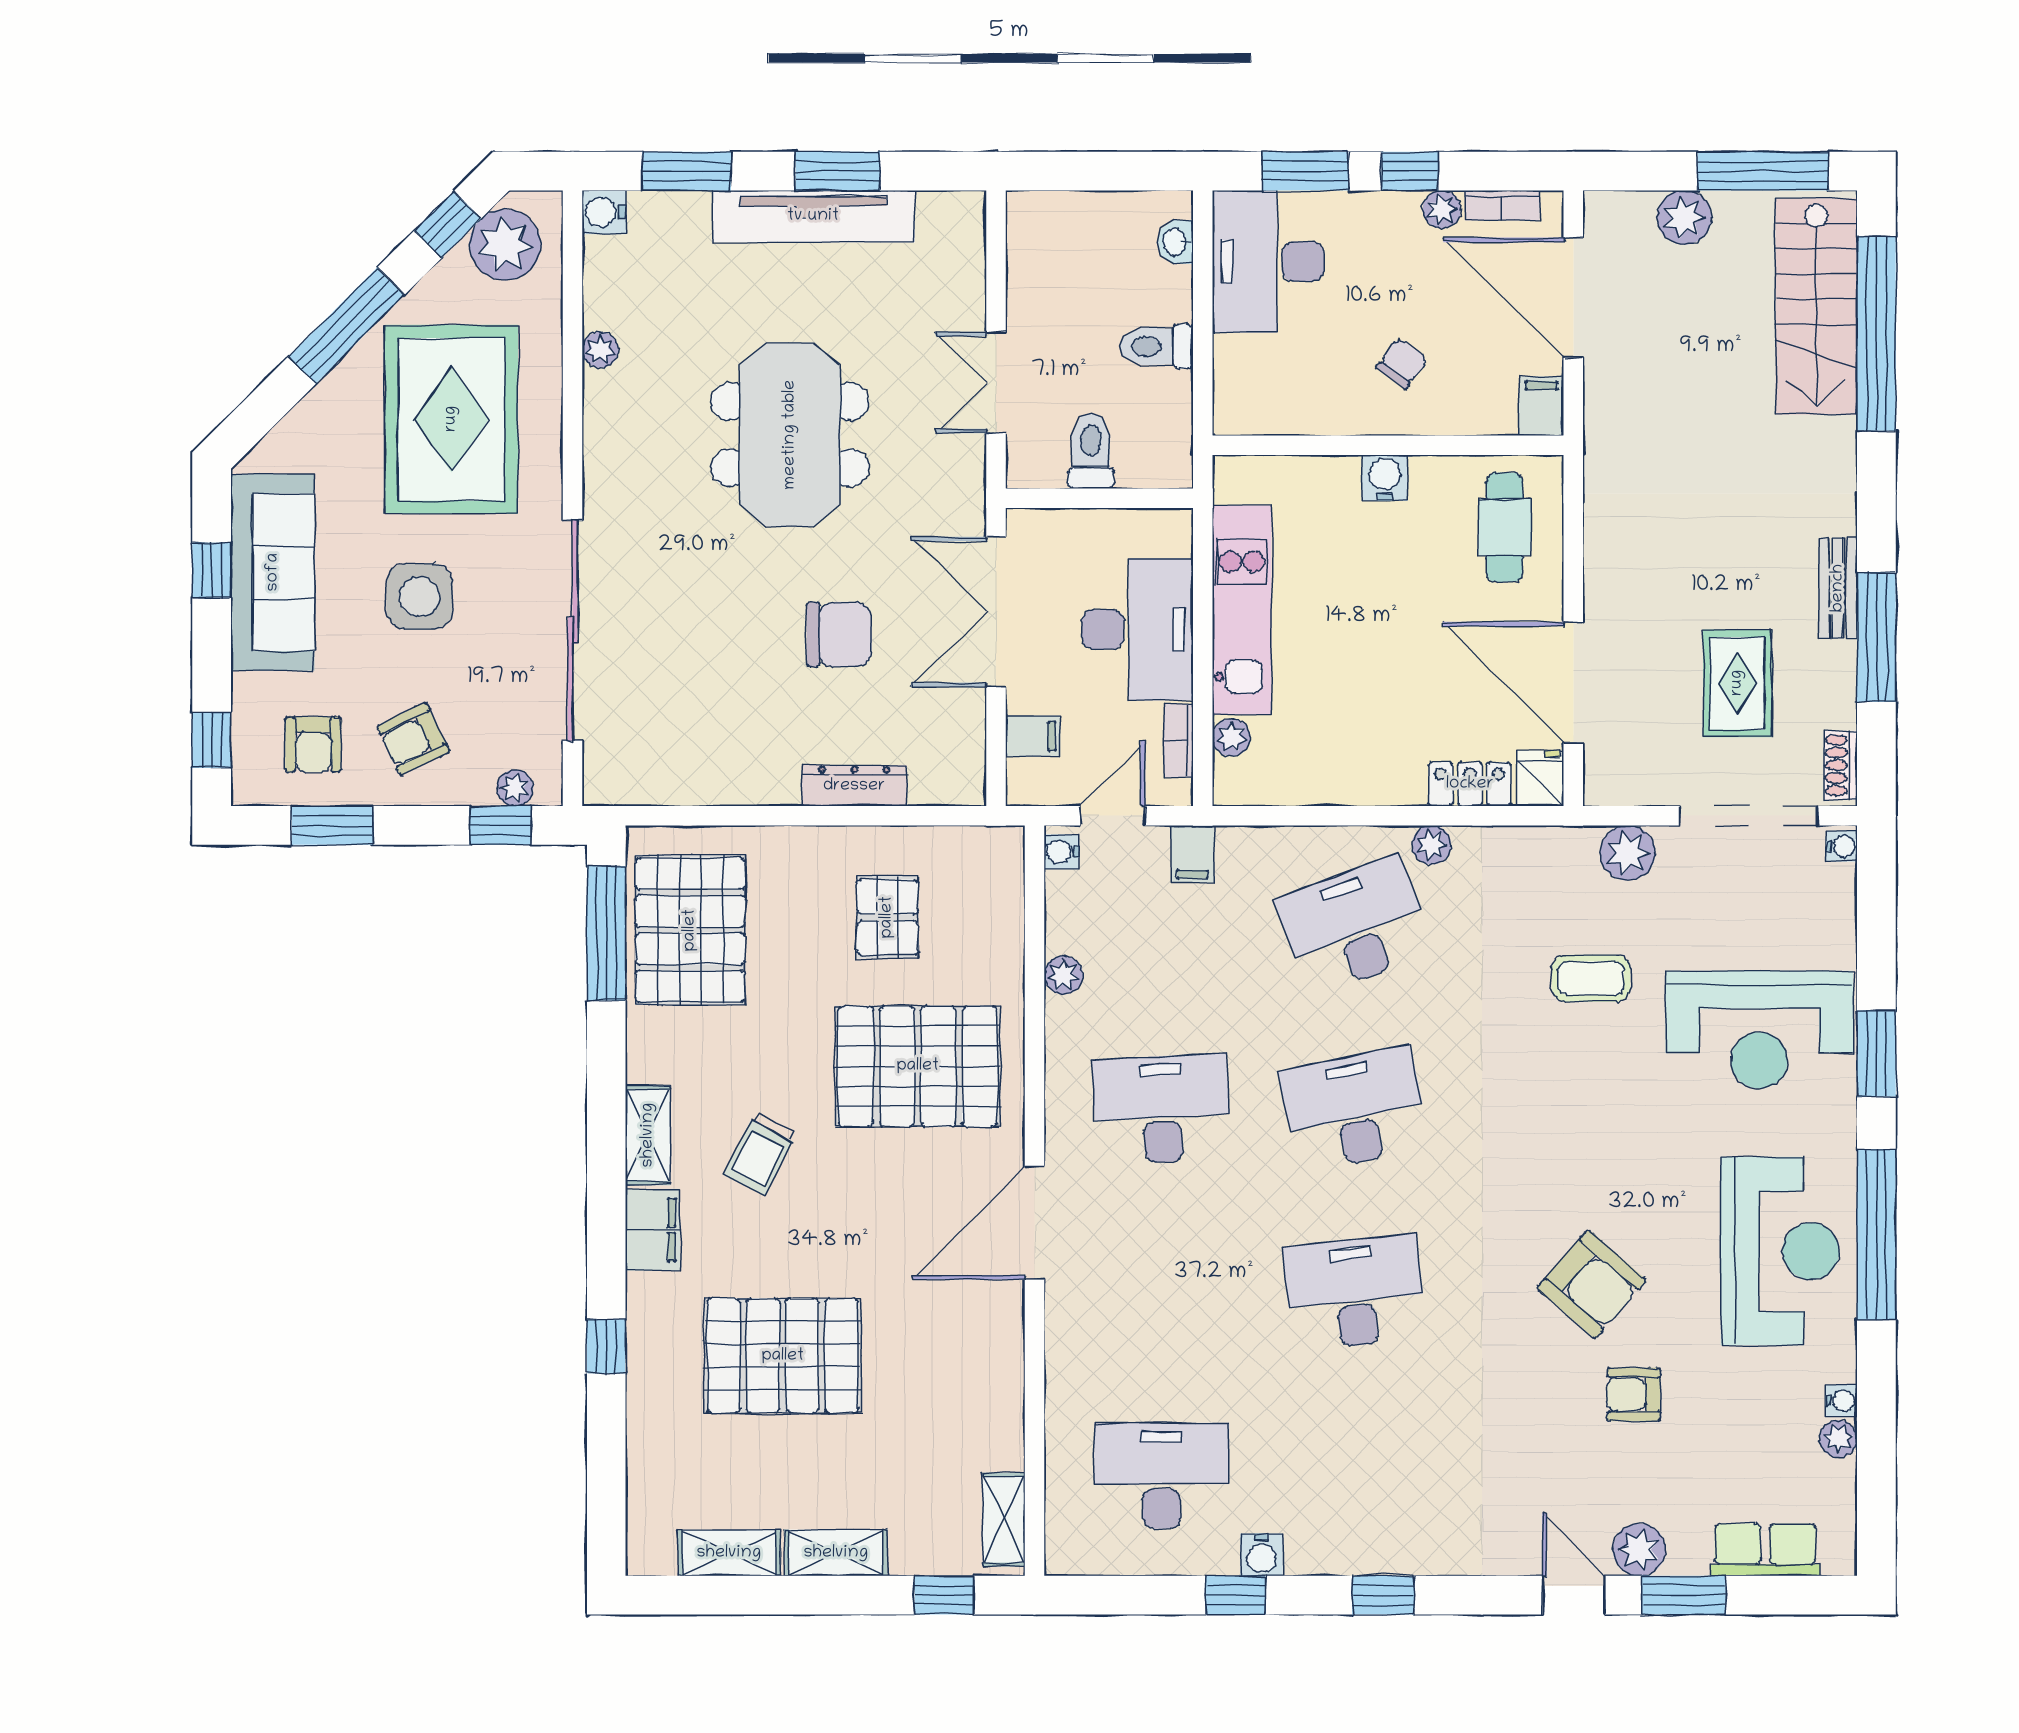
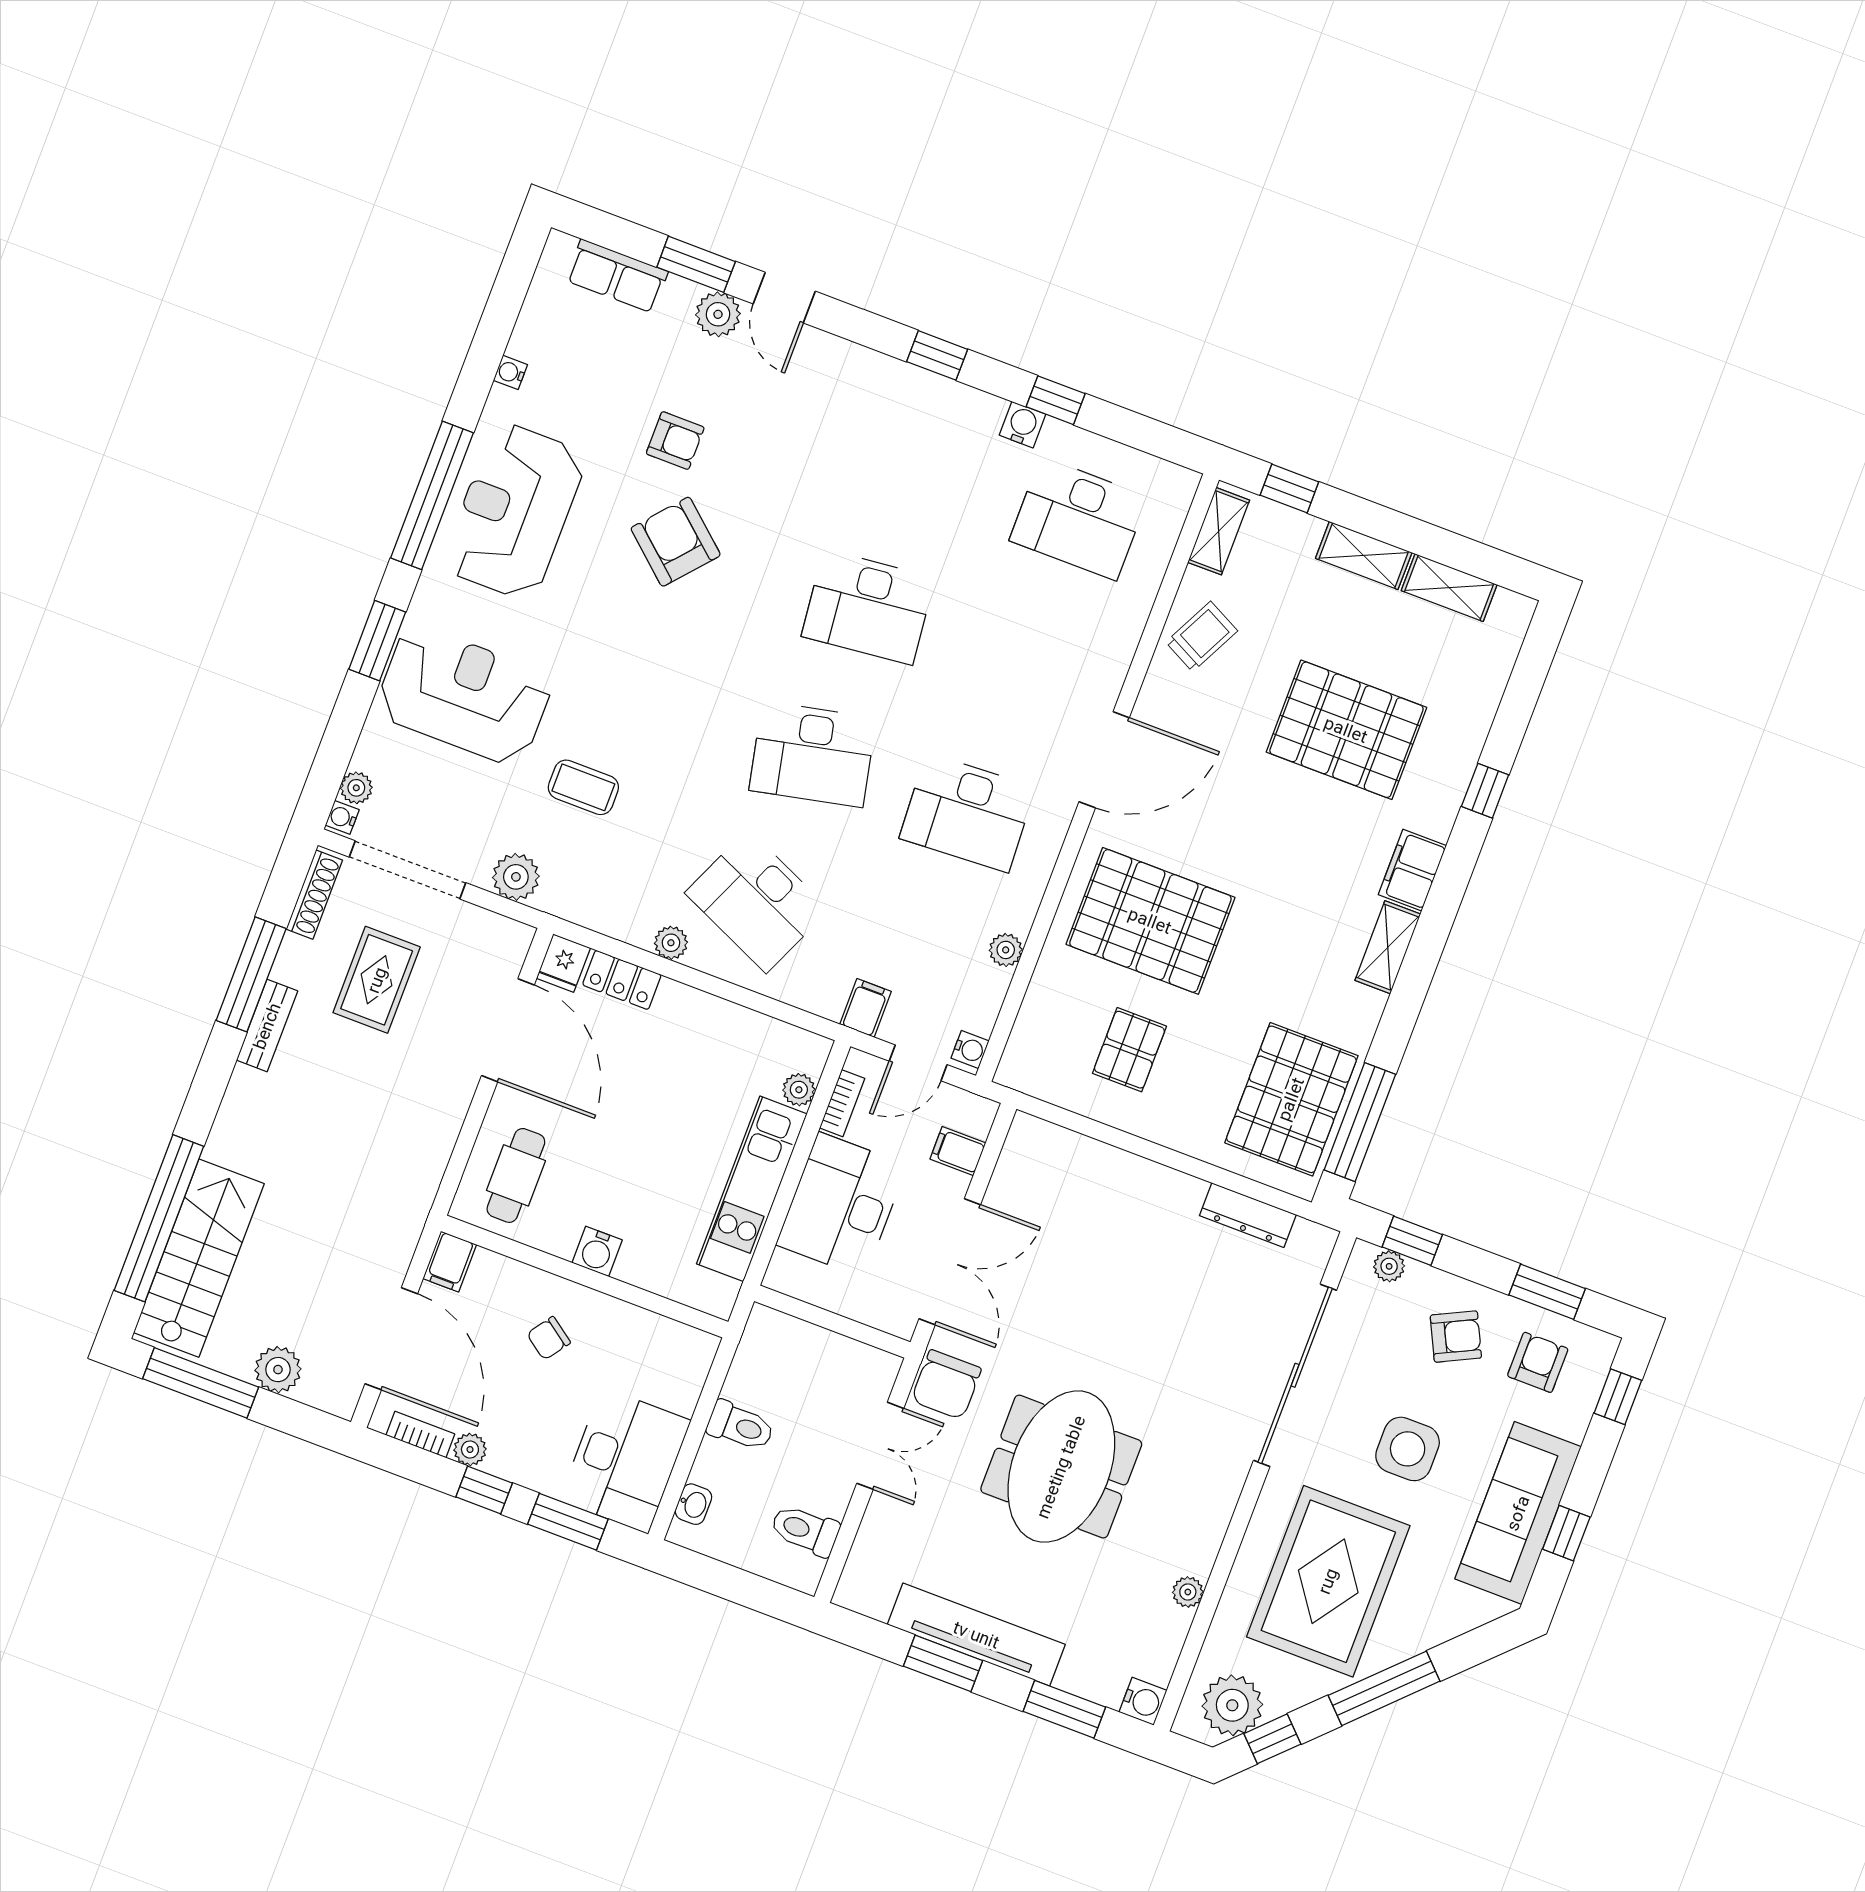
toilet: (1091, 451) -> (805, 1530), moved, turned 90
chair: (839, 634) -> (946, 1385), moved, turned -90
shoe rack: (1840, 765) -> (314, 895), width x1.43
dresser: (854, 786) -> (1248, 1215), moved
desk: (1355, 926) -> (757, 901), turned 45
trolley: (760, 1154) -> (1202, 636), moved
plant: (1838, 1439) -> (356, 788), moved

